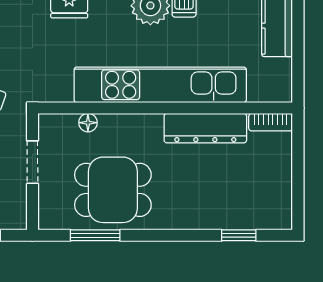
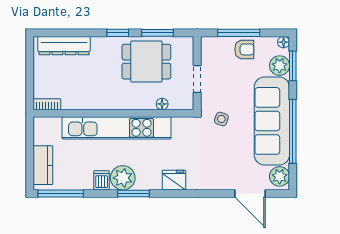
dresser: (205, 128) -> (64, 46), moved, turned 180
window: (239, 235) -> (118, 33), moved

